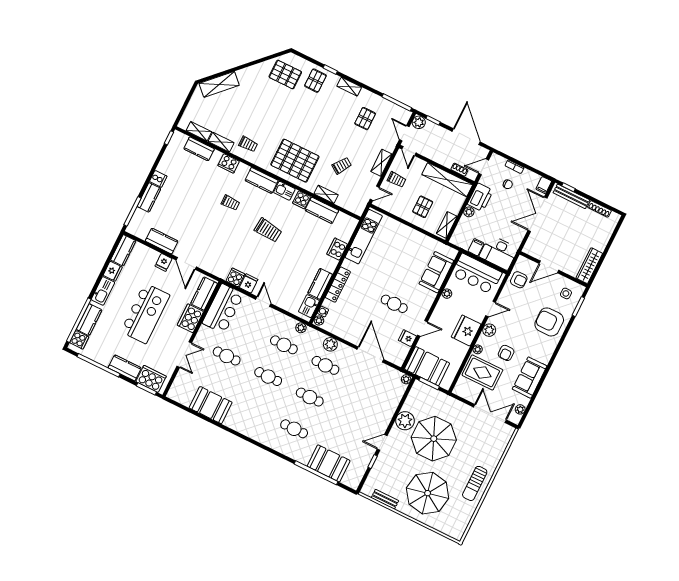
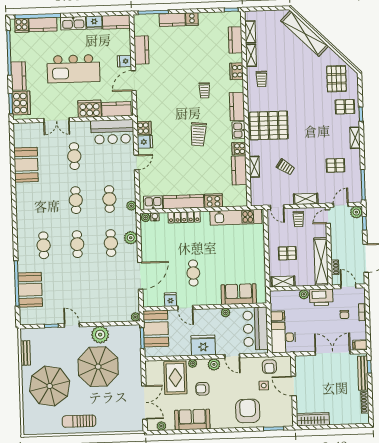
shelving: (219, 84) -> (305, 33), width x1.47
pallet: (295, 161) -> (269, 125), turned 90
kitchen counter: (320, 284) -> (183, 202), width x1.50
side table: (566, 293) -> (264, 386), moved

